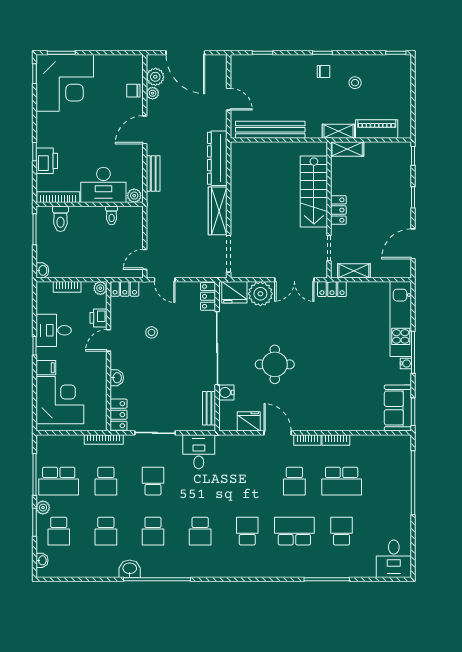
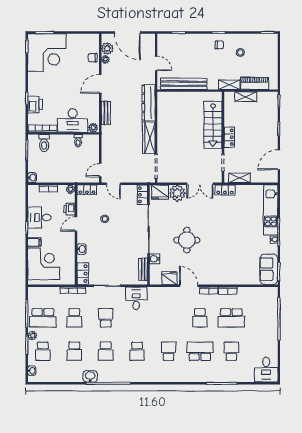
shelving: (347, 149) -> (246, 97), moved

